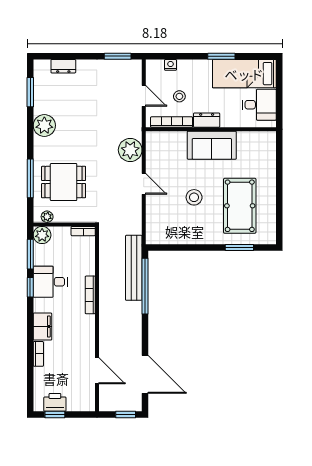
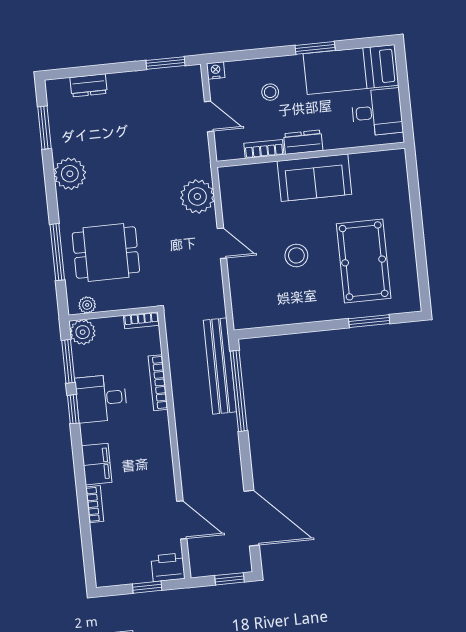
nightstand: (171, 65) -> (216, 71), moved
stool: (179, 96) -> (270, 92), moved
bookcase: (172, 122) -> (264, 149), width x0.64
bookcase: (90, 295) -> (158, 383), moved
printer: (55, 402) -> (168, 567), moved
window: (55, 414) -> (147, 587), moved

